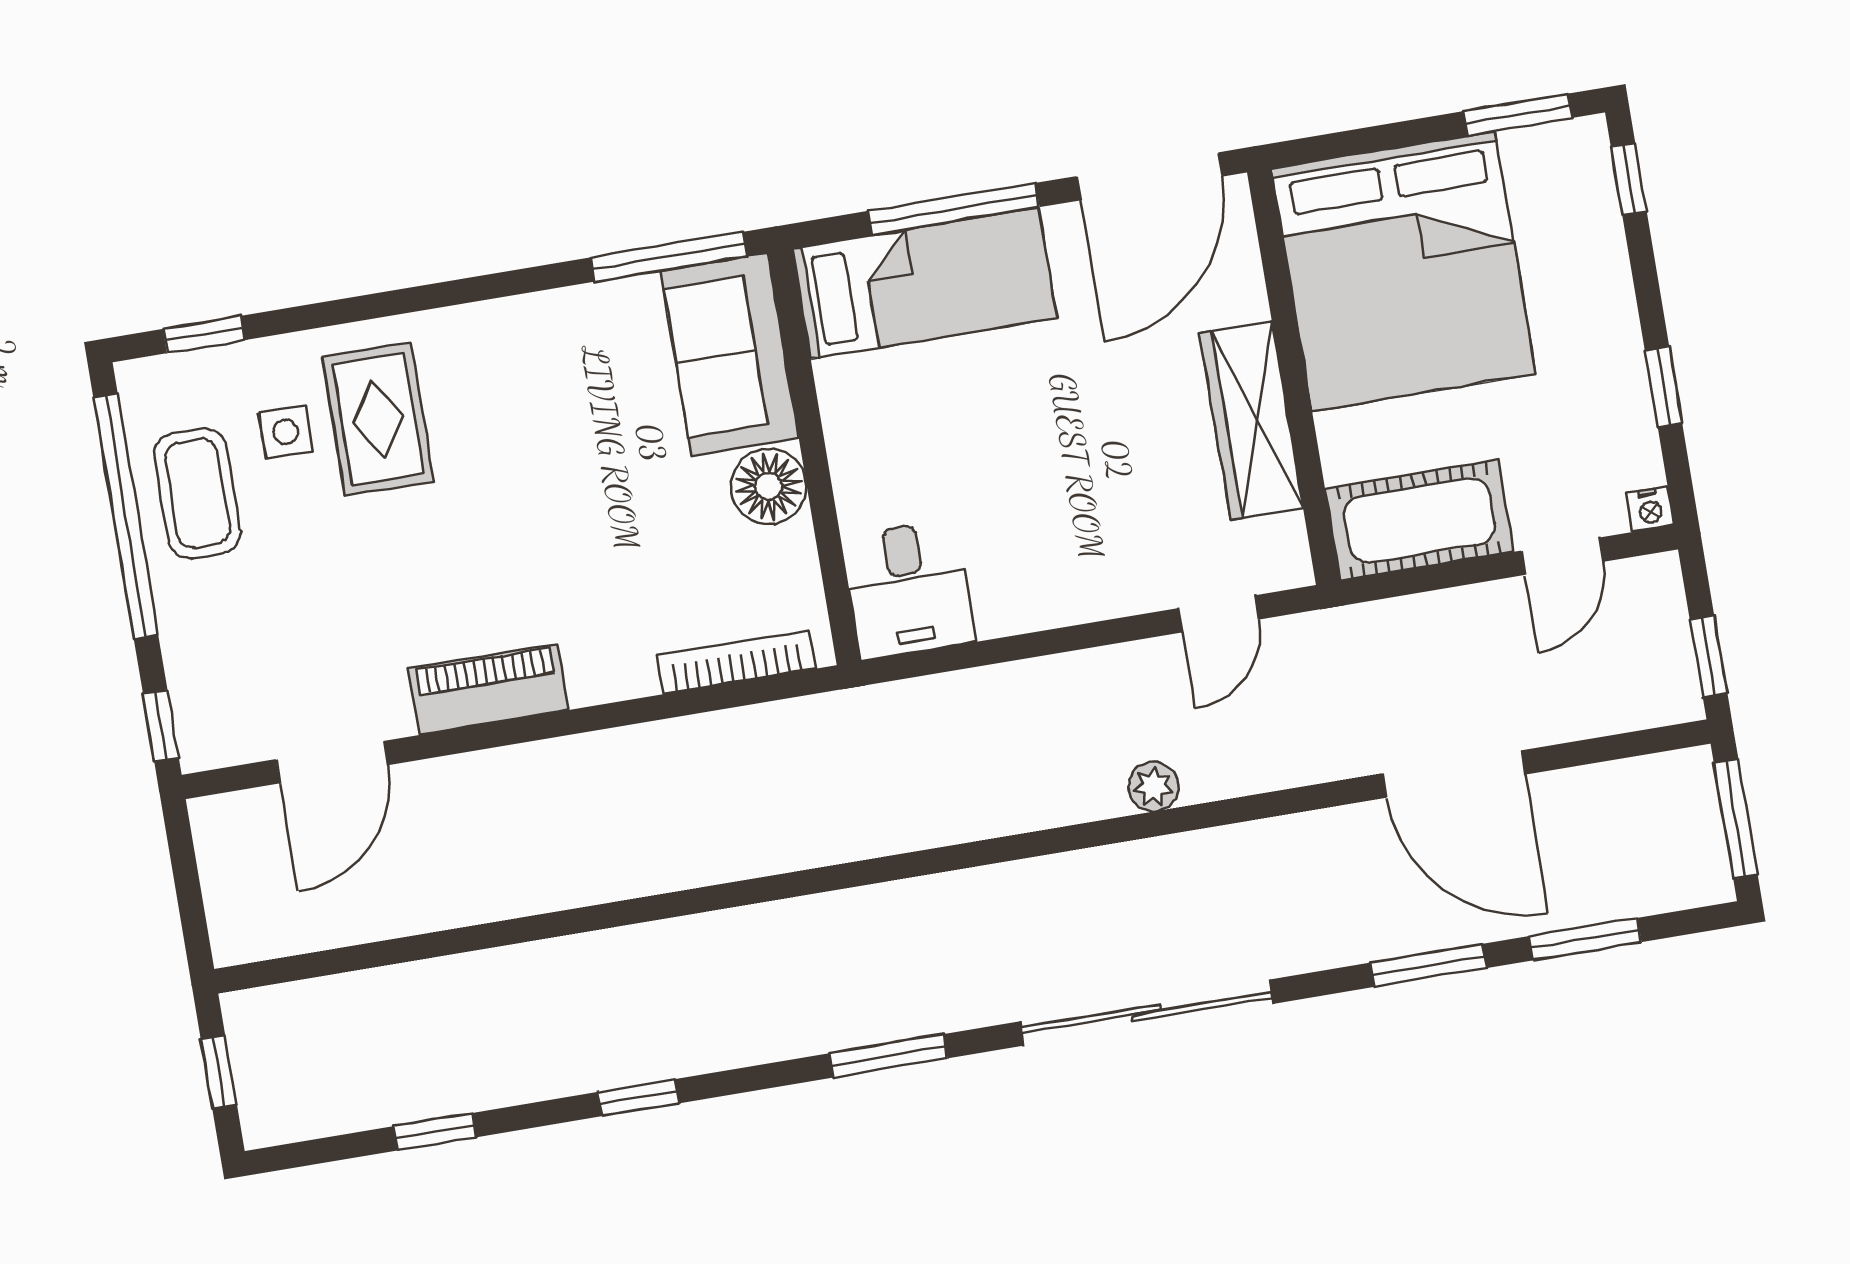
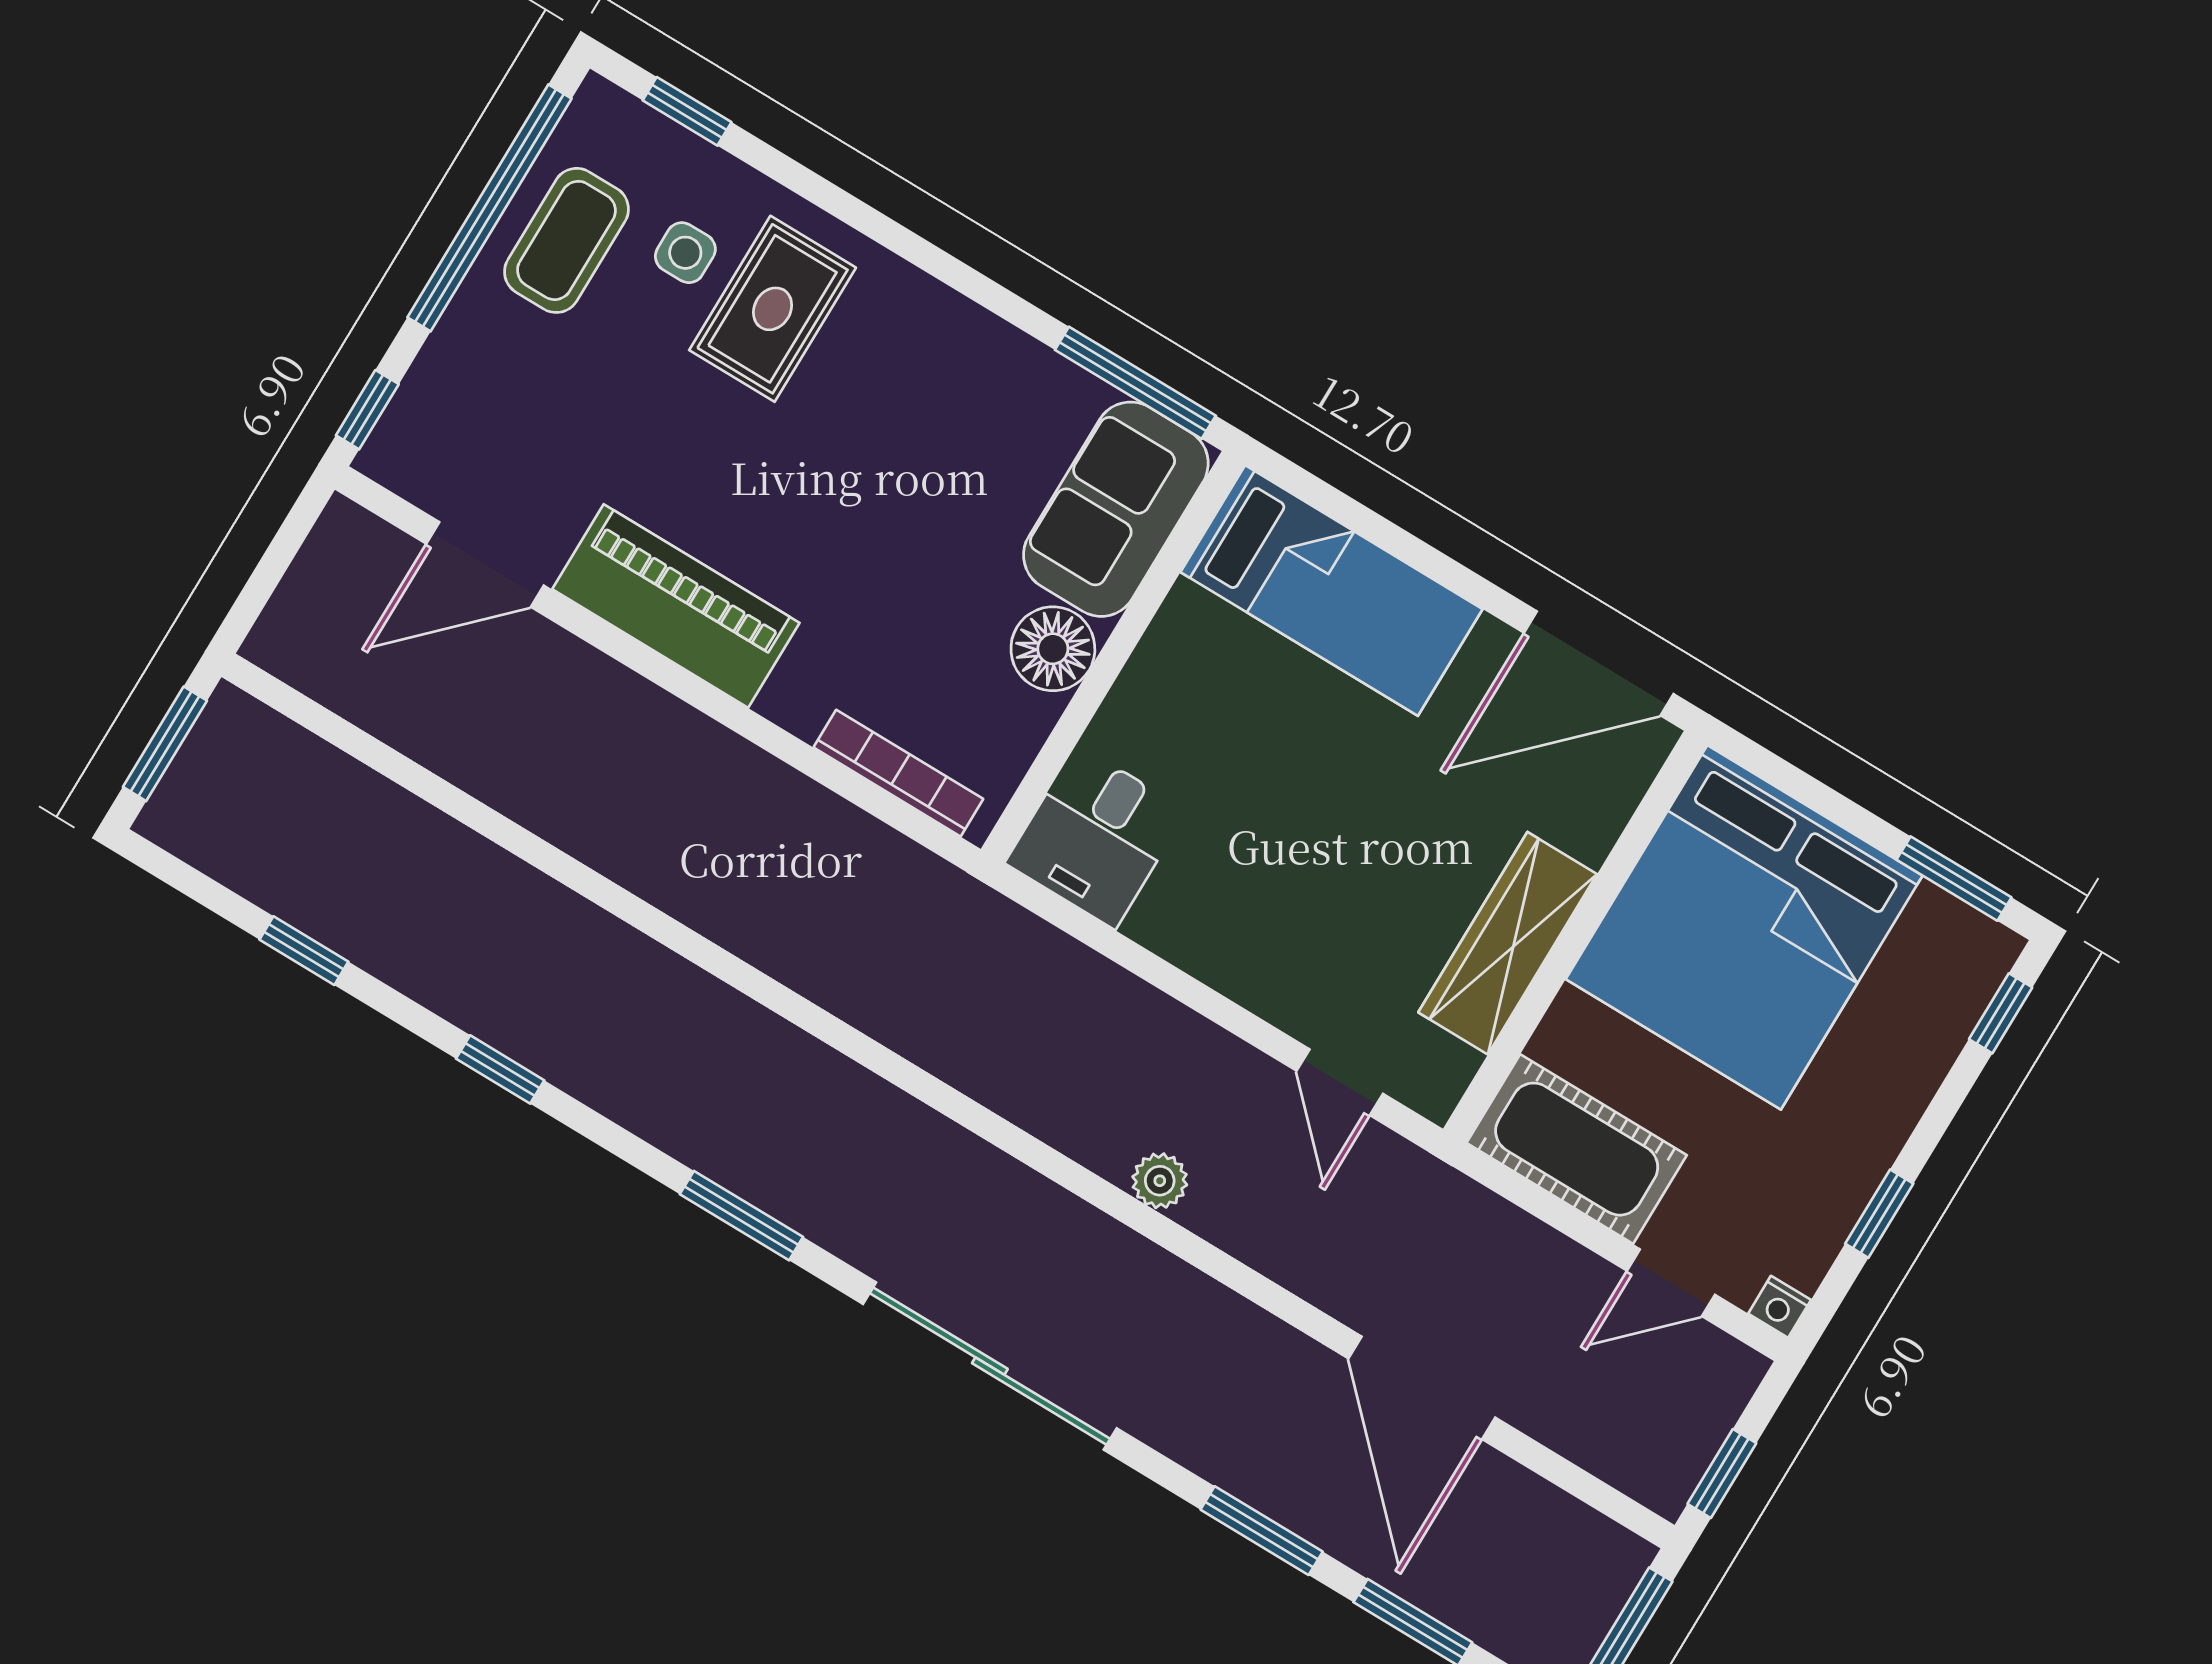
window: (954, 209) -> (1410, 549), removed
door: (1219, 614) -> (1340, 1082), hinge flipped
piano: (488, 689) -> (676, 606), width x1.37, depth x1.33
window: (219, 1072) -> (165, 744), width x1.50

